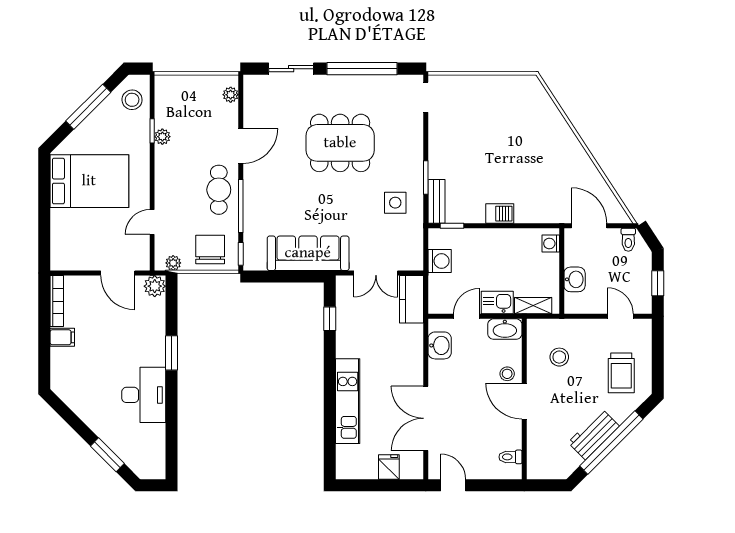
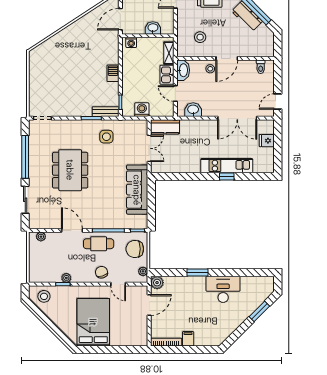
window: (88, 107) -> (48, 323), removed
chair: (172, 195) -> (102, 272), added
window: (330, 319) -> (227, 176), moved

